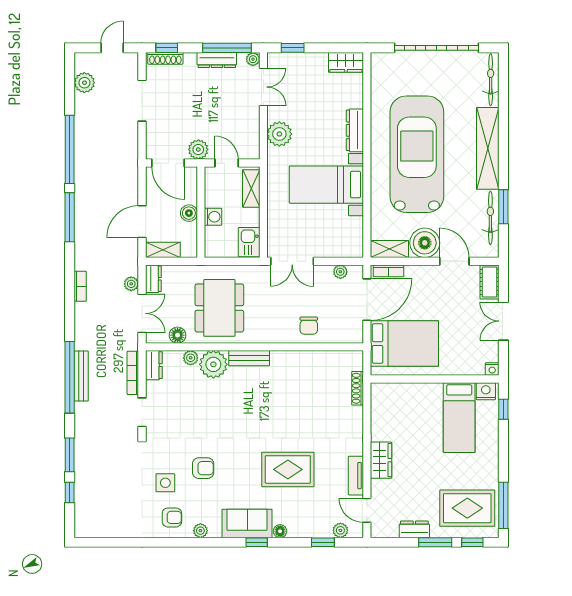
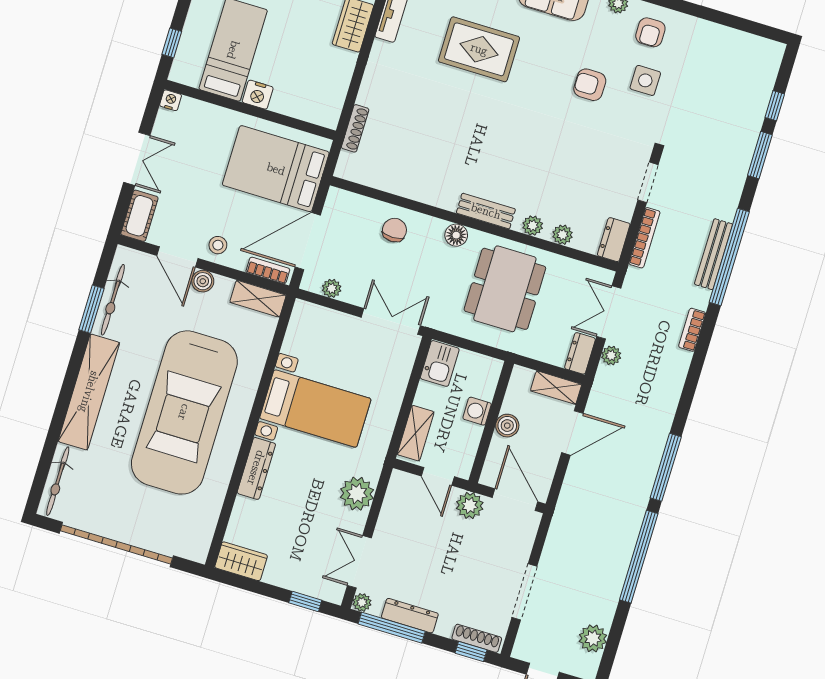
boiler: (425, 243) -> (203, 281), width x0.54, depth x0.54
stool: (429, 278) -> (218, 245), added
bookcase: (80, 286) -> (692, 330), moved
floor lamp: (178, 335) -> (456, 235), moved
plant: (213, 364) -> (533, 226), width x0.53, depth x0.53
nightstand: (486, 391) -> (258, 95), moved
armchair: (172, 517) -> (650, 32), turned -90

